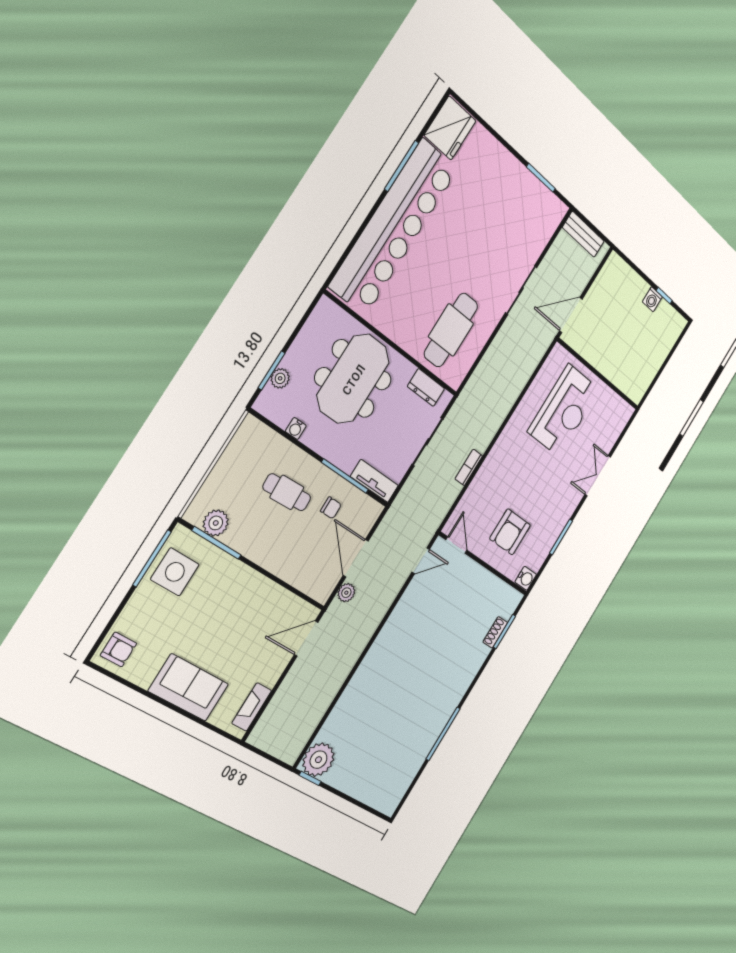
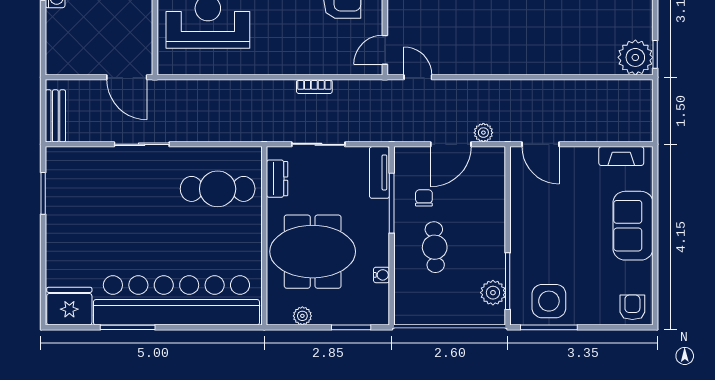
plant: (280, 378) -> (302, 316), moved

